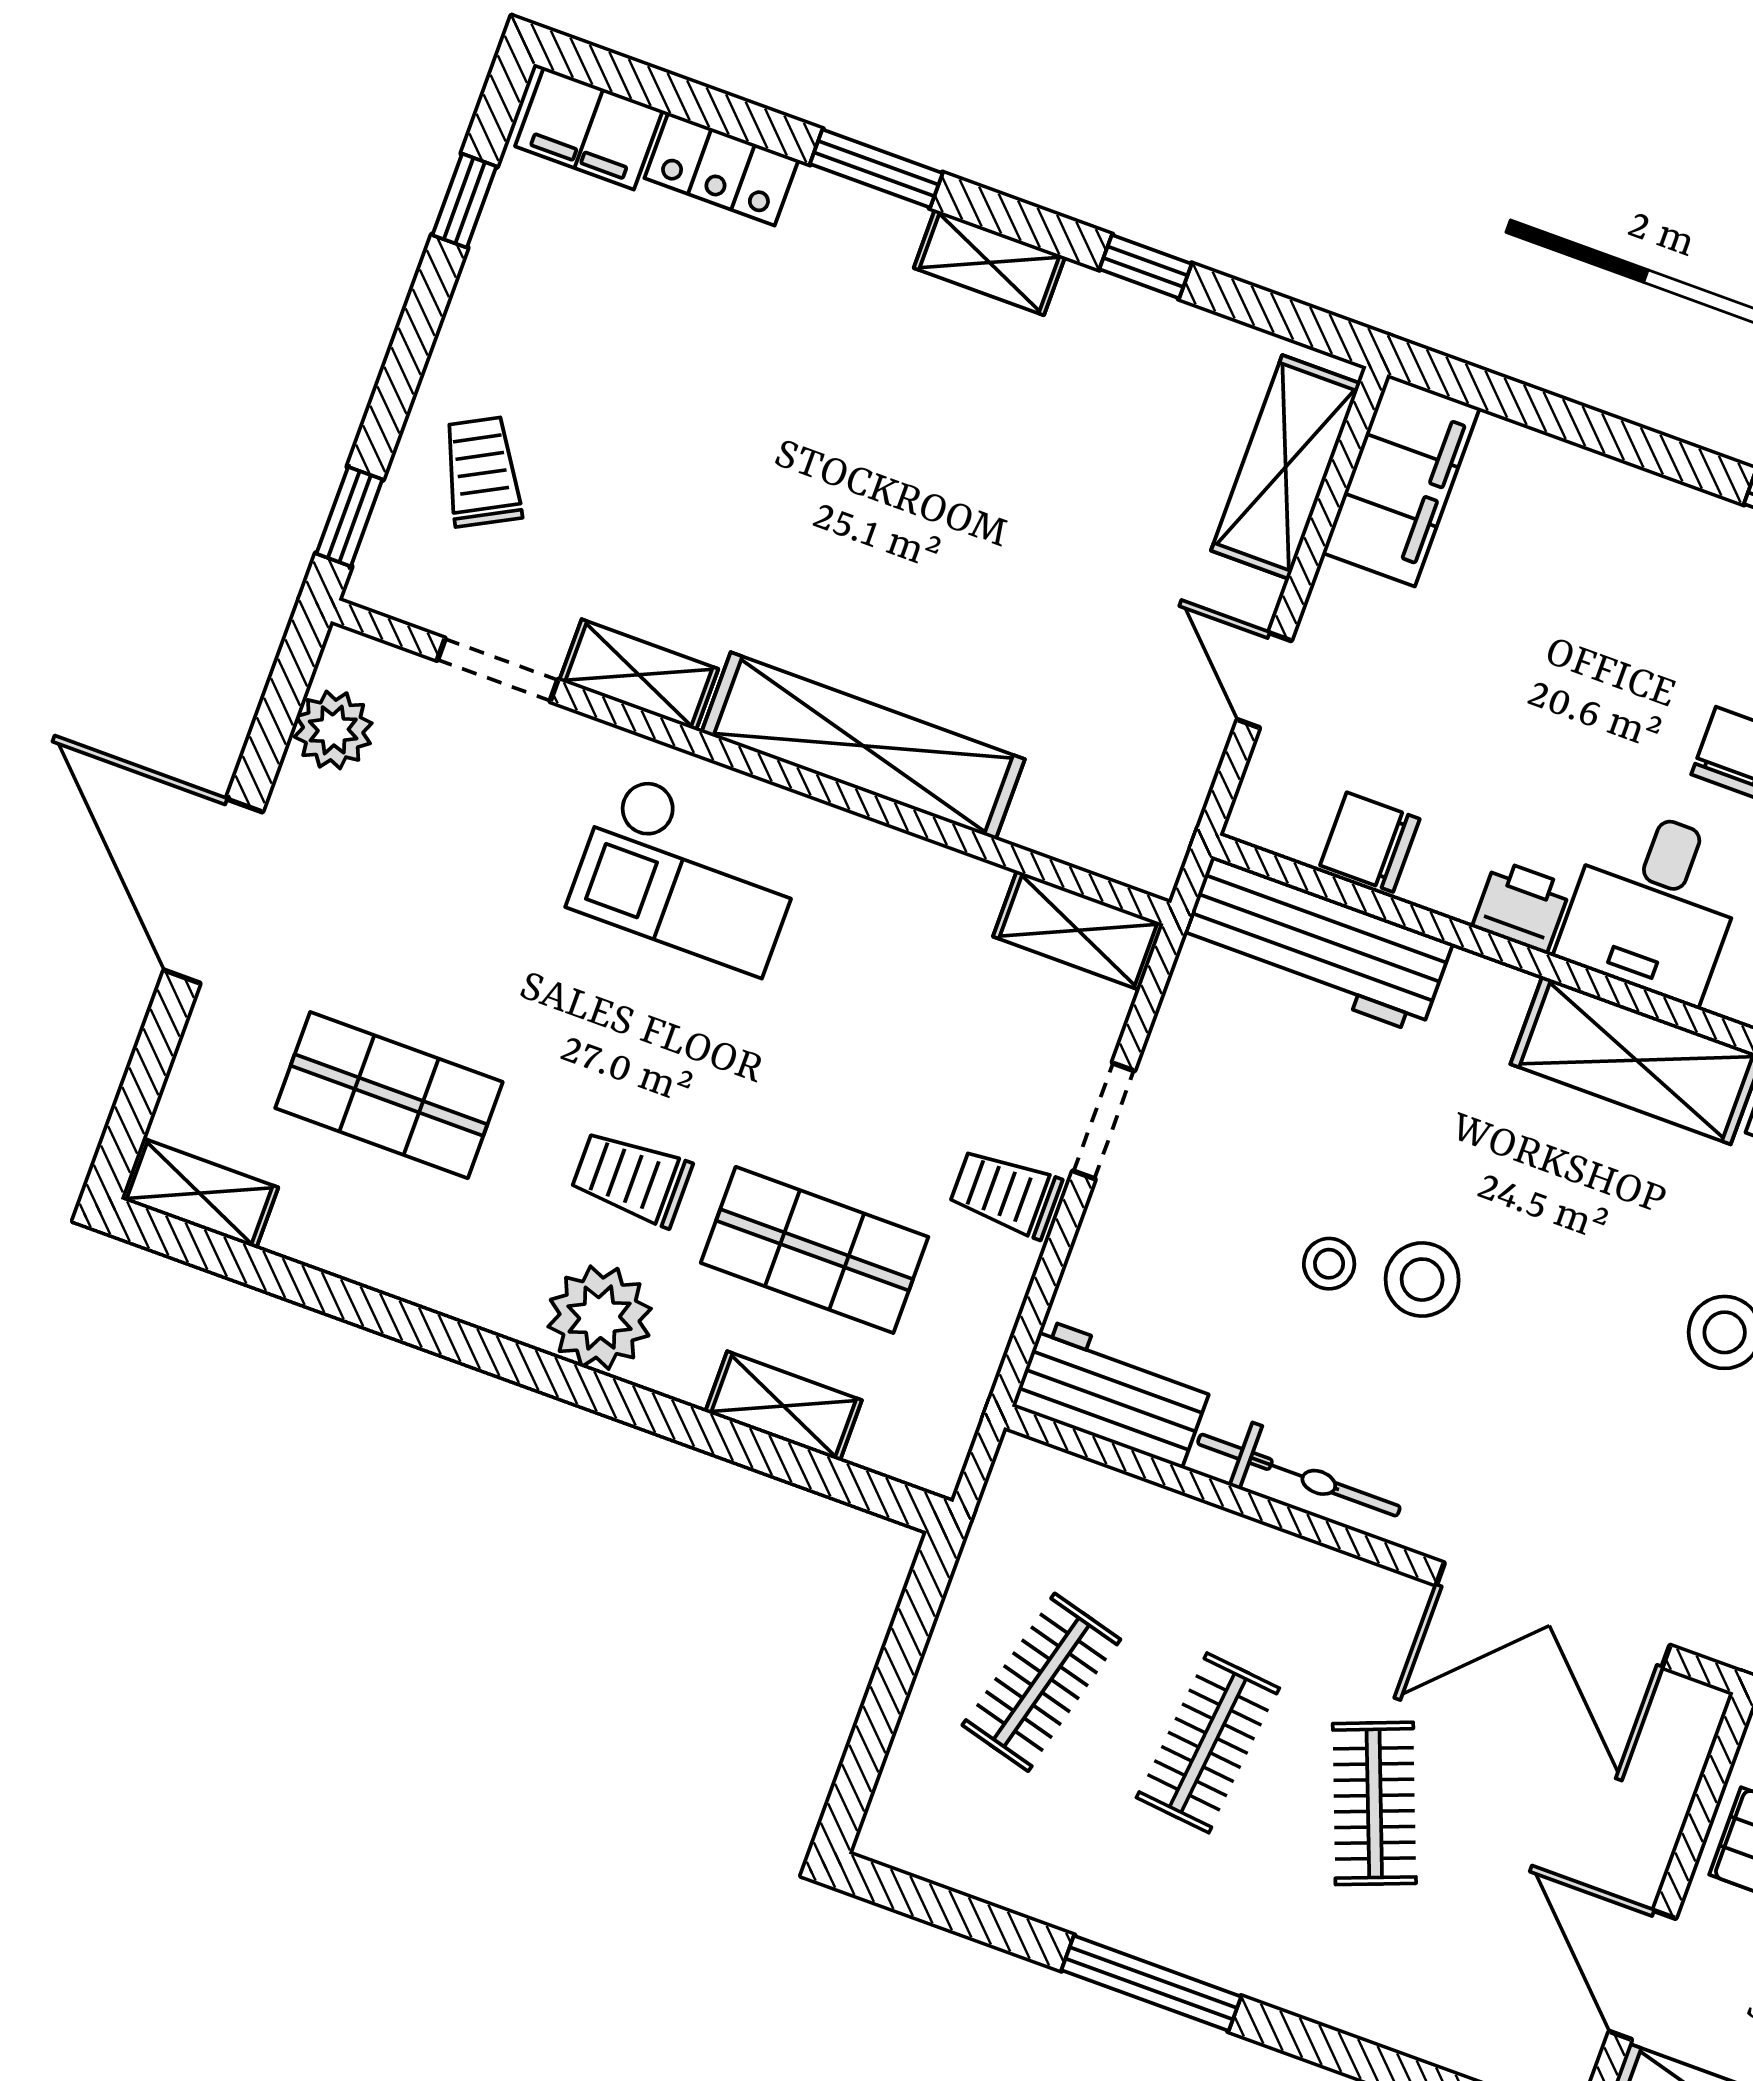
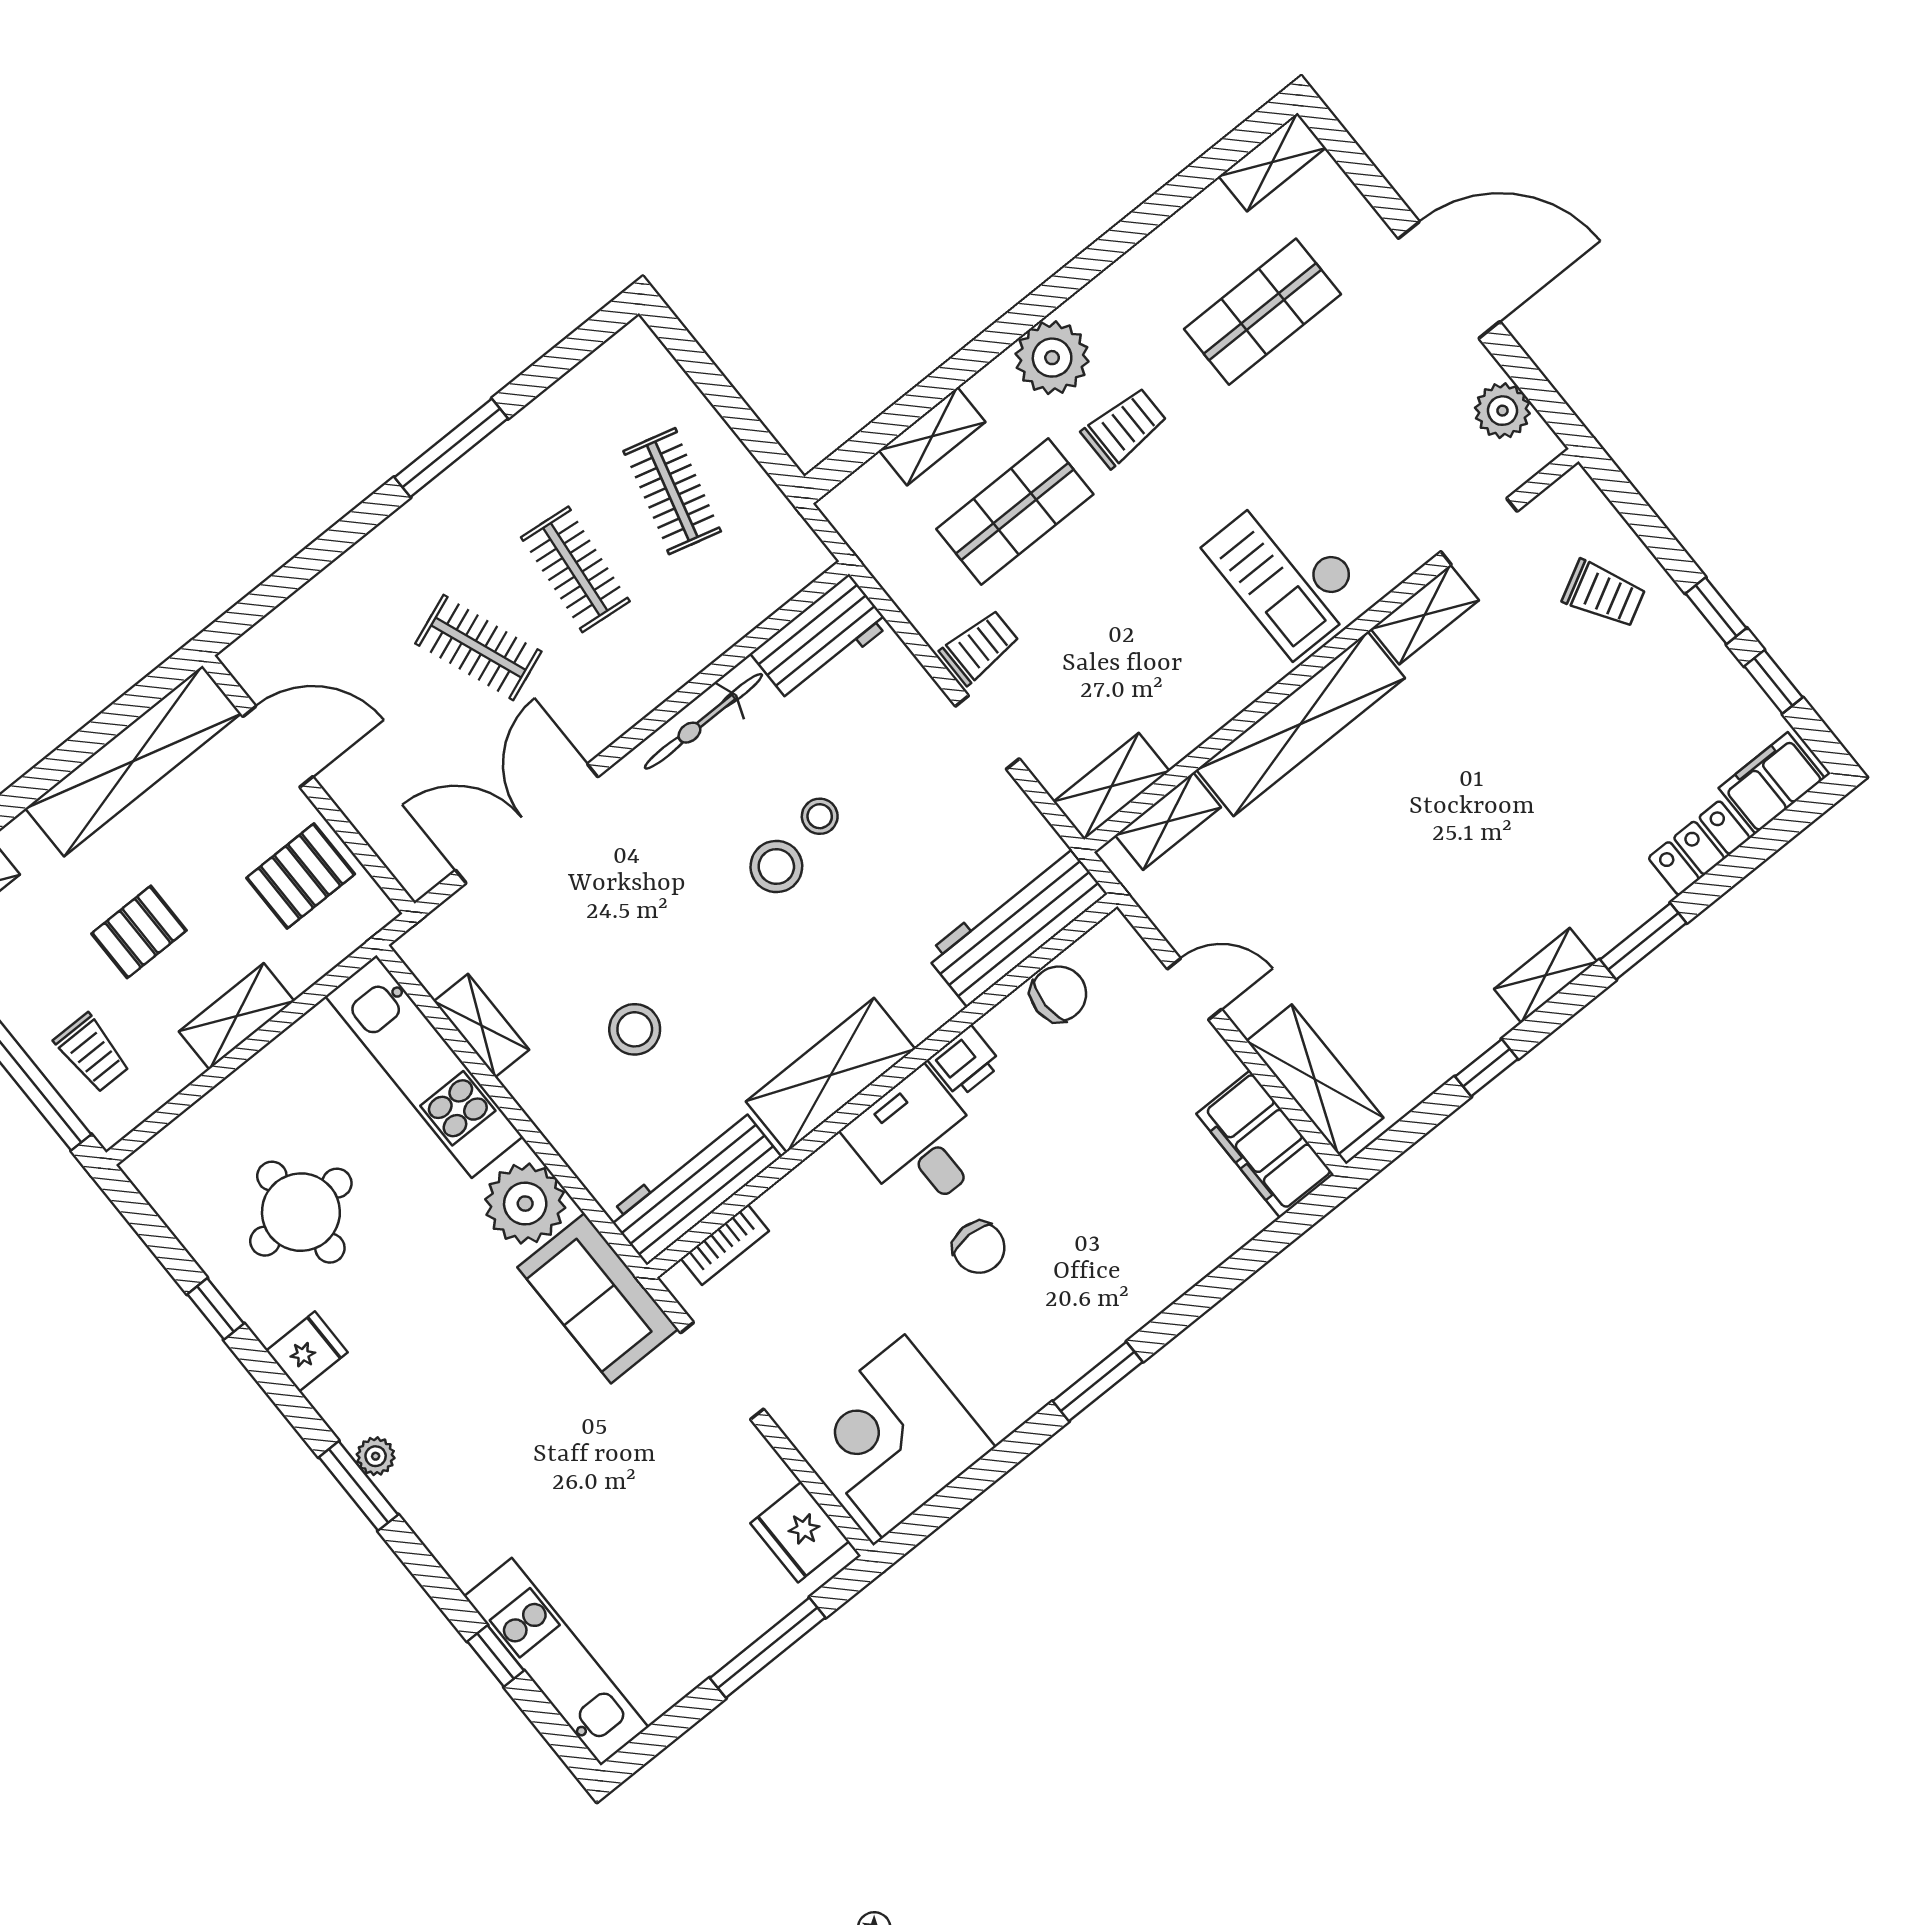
window: (349, 517) -> (1716, 611), moved
shelving: (1079, 836) -> (1168, 821), added
checkout: (689, 874) -> (1287, 572), turned -90

